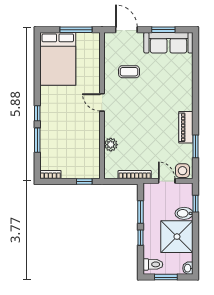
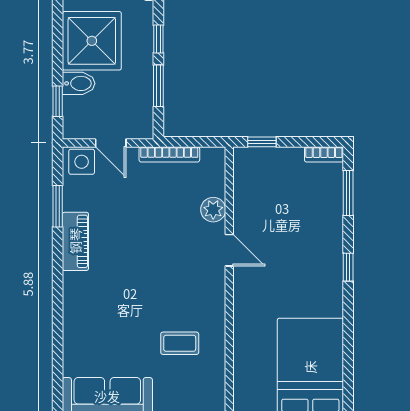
door: (102, 102) -> (229, 250), moved
window: (37, 140) -> (348, 193), moved

